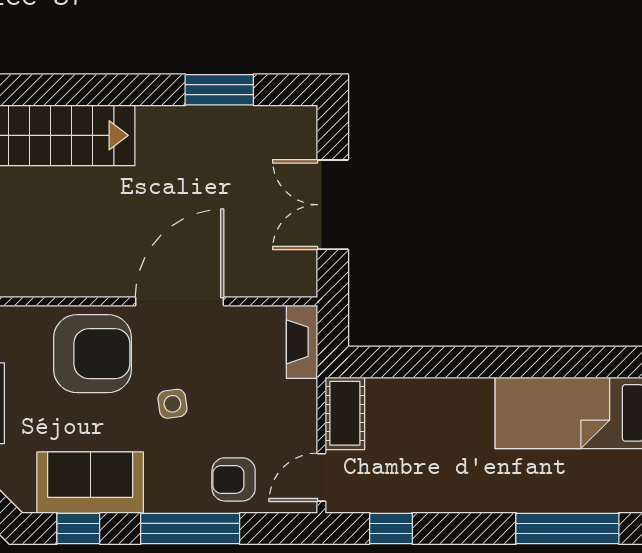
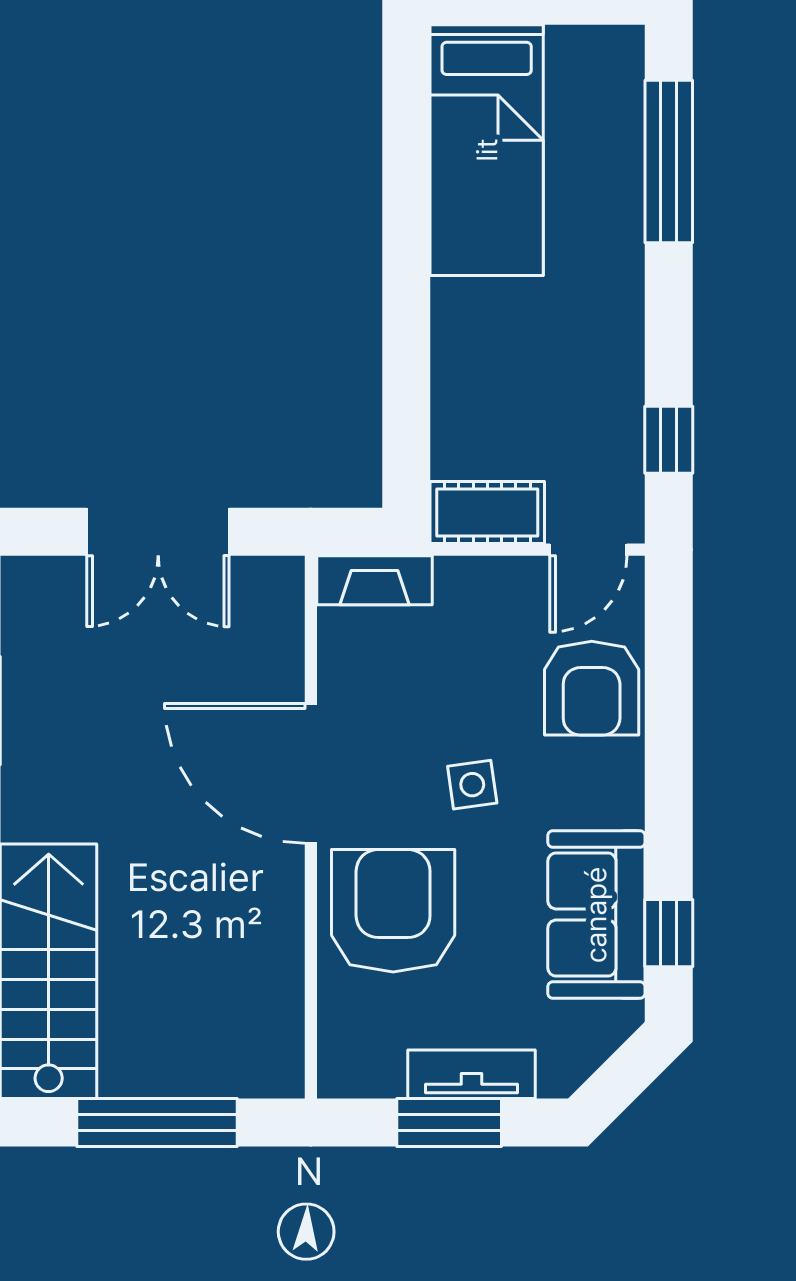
door: (321, 477) -> (588, 550), hinge flipped
armchair: (234, 479) -> (592, 688), width x1.38, depth x1.38
window: (190, 528) -> (669, 757), removed

